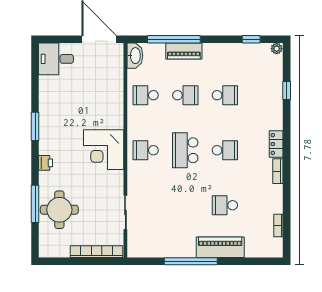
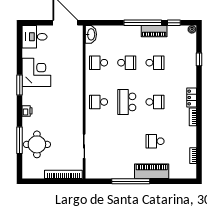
window: (174, 39) -> (143, 23), moved
piano: (184, 51) -> (154, 31), moved
corner desk: (104, 150) -> (36, 72), moved, turned 180

